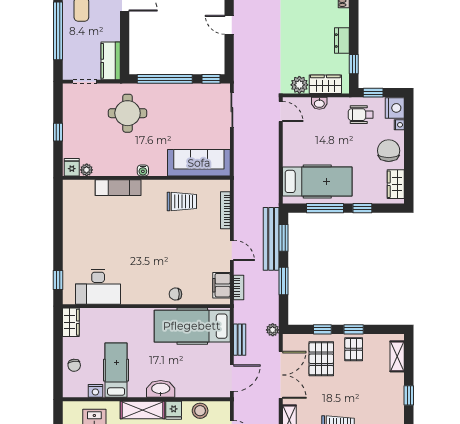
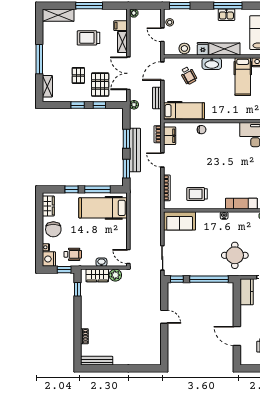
dresser: (342, 41) -> (86, 306), removed
sofa: (199, 163) -> (180, 221), width x0.73
bench: (271, 239) -> (135, 150), moved
hospital bed: (192, 326) -> (184, 111), width x0.73, depth x0.78
pallet: (354, 349) -> (78, 75), moved
wheelchair: (194, 372) -> (189, 75), added
window: (409, 395) -> (39, 59), width x2.17

